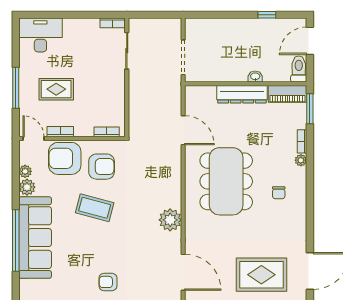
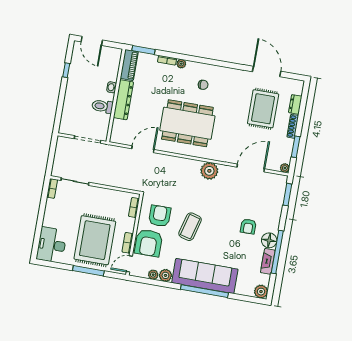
toilet: (299, 69) -> (102, 106), moved
rug: (56, 89) -> (95, 240), width x1.86, depth x2.06

